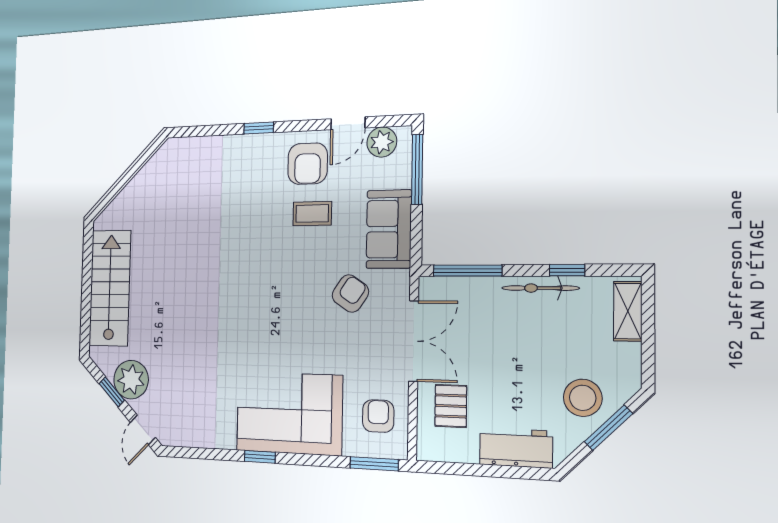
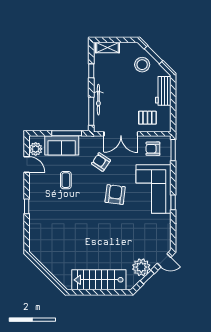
armchair: (308, 164) -> (115, 195), moved, turned -83
window: (417, 169) -> (67, 133), moved
sofa: (389, 229) -> (62, 145), moved
bicycle: (540, 288) -> (98, 100), moved
double door: (414, 341) -> (121, 134), swing flipped

